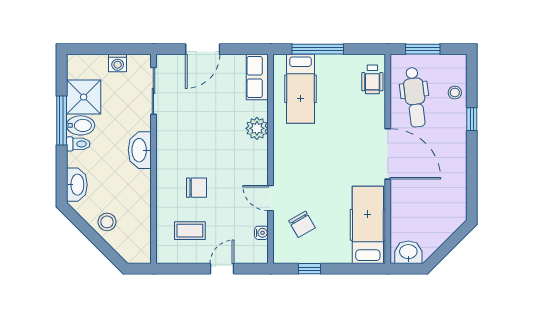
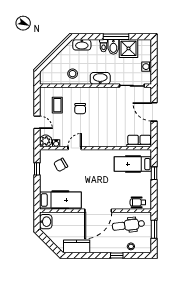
window: (318, 49) -> (154, 173), width x0.46
plant: (257, 128) -> (46, 141), moved
kitchen counter: (455, 194) -> (77, 246), added
stool: (107, 222) -> (73, 74), moved

